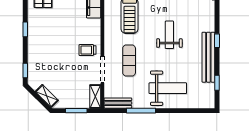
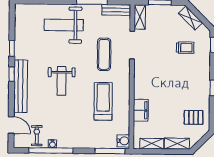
trolley: (87, 50) -> (185, 48), moved
bench: (208, 57) -> (21, 86), moved
window: (217, 83) -> (12, 48), moved

